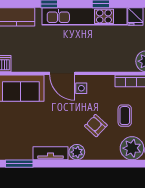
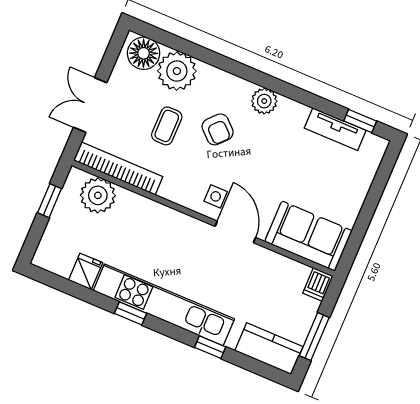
tv unit: (50, 153) -> (335, 129), moved
window: (19, 164) -> (360, 121), width x0.67

